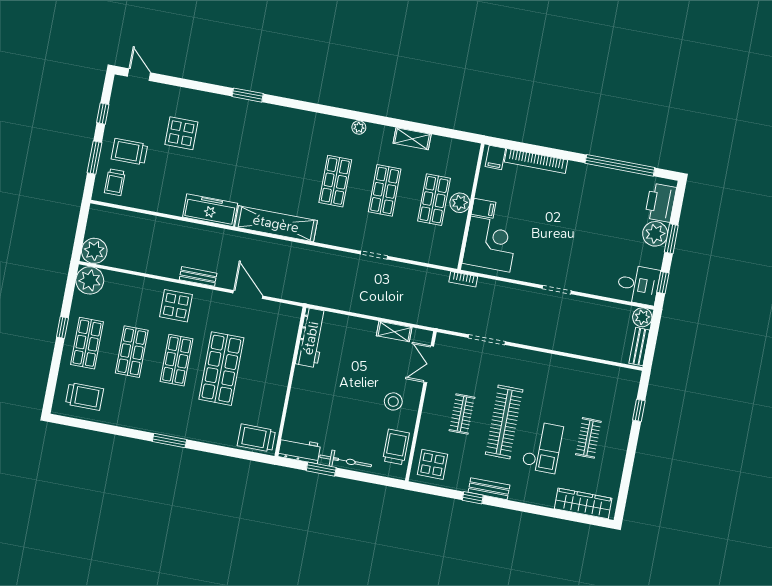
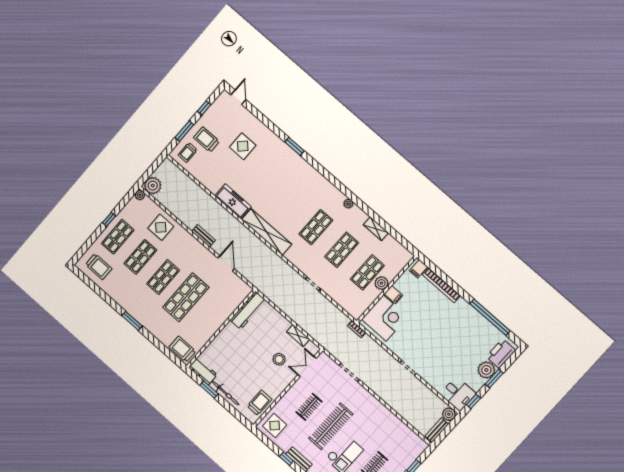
plant: (90, 280) -> (140, 195), width x0.53, depth x0.53
display table: (176, 306) -> (161, 227), moved
stool: (393, 401) -> (279, 359), moved

